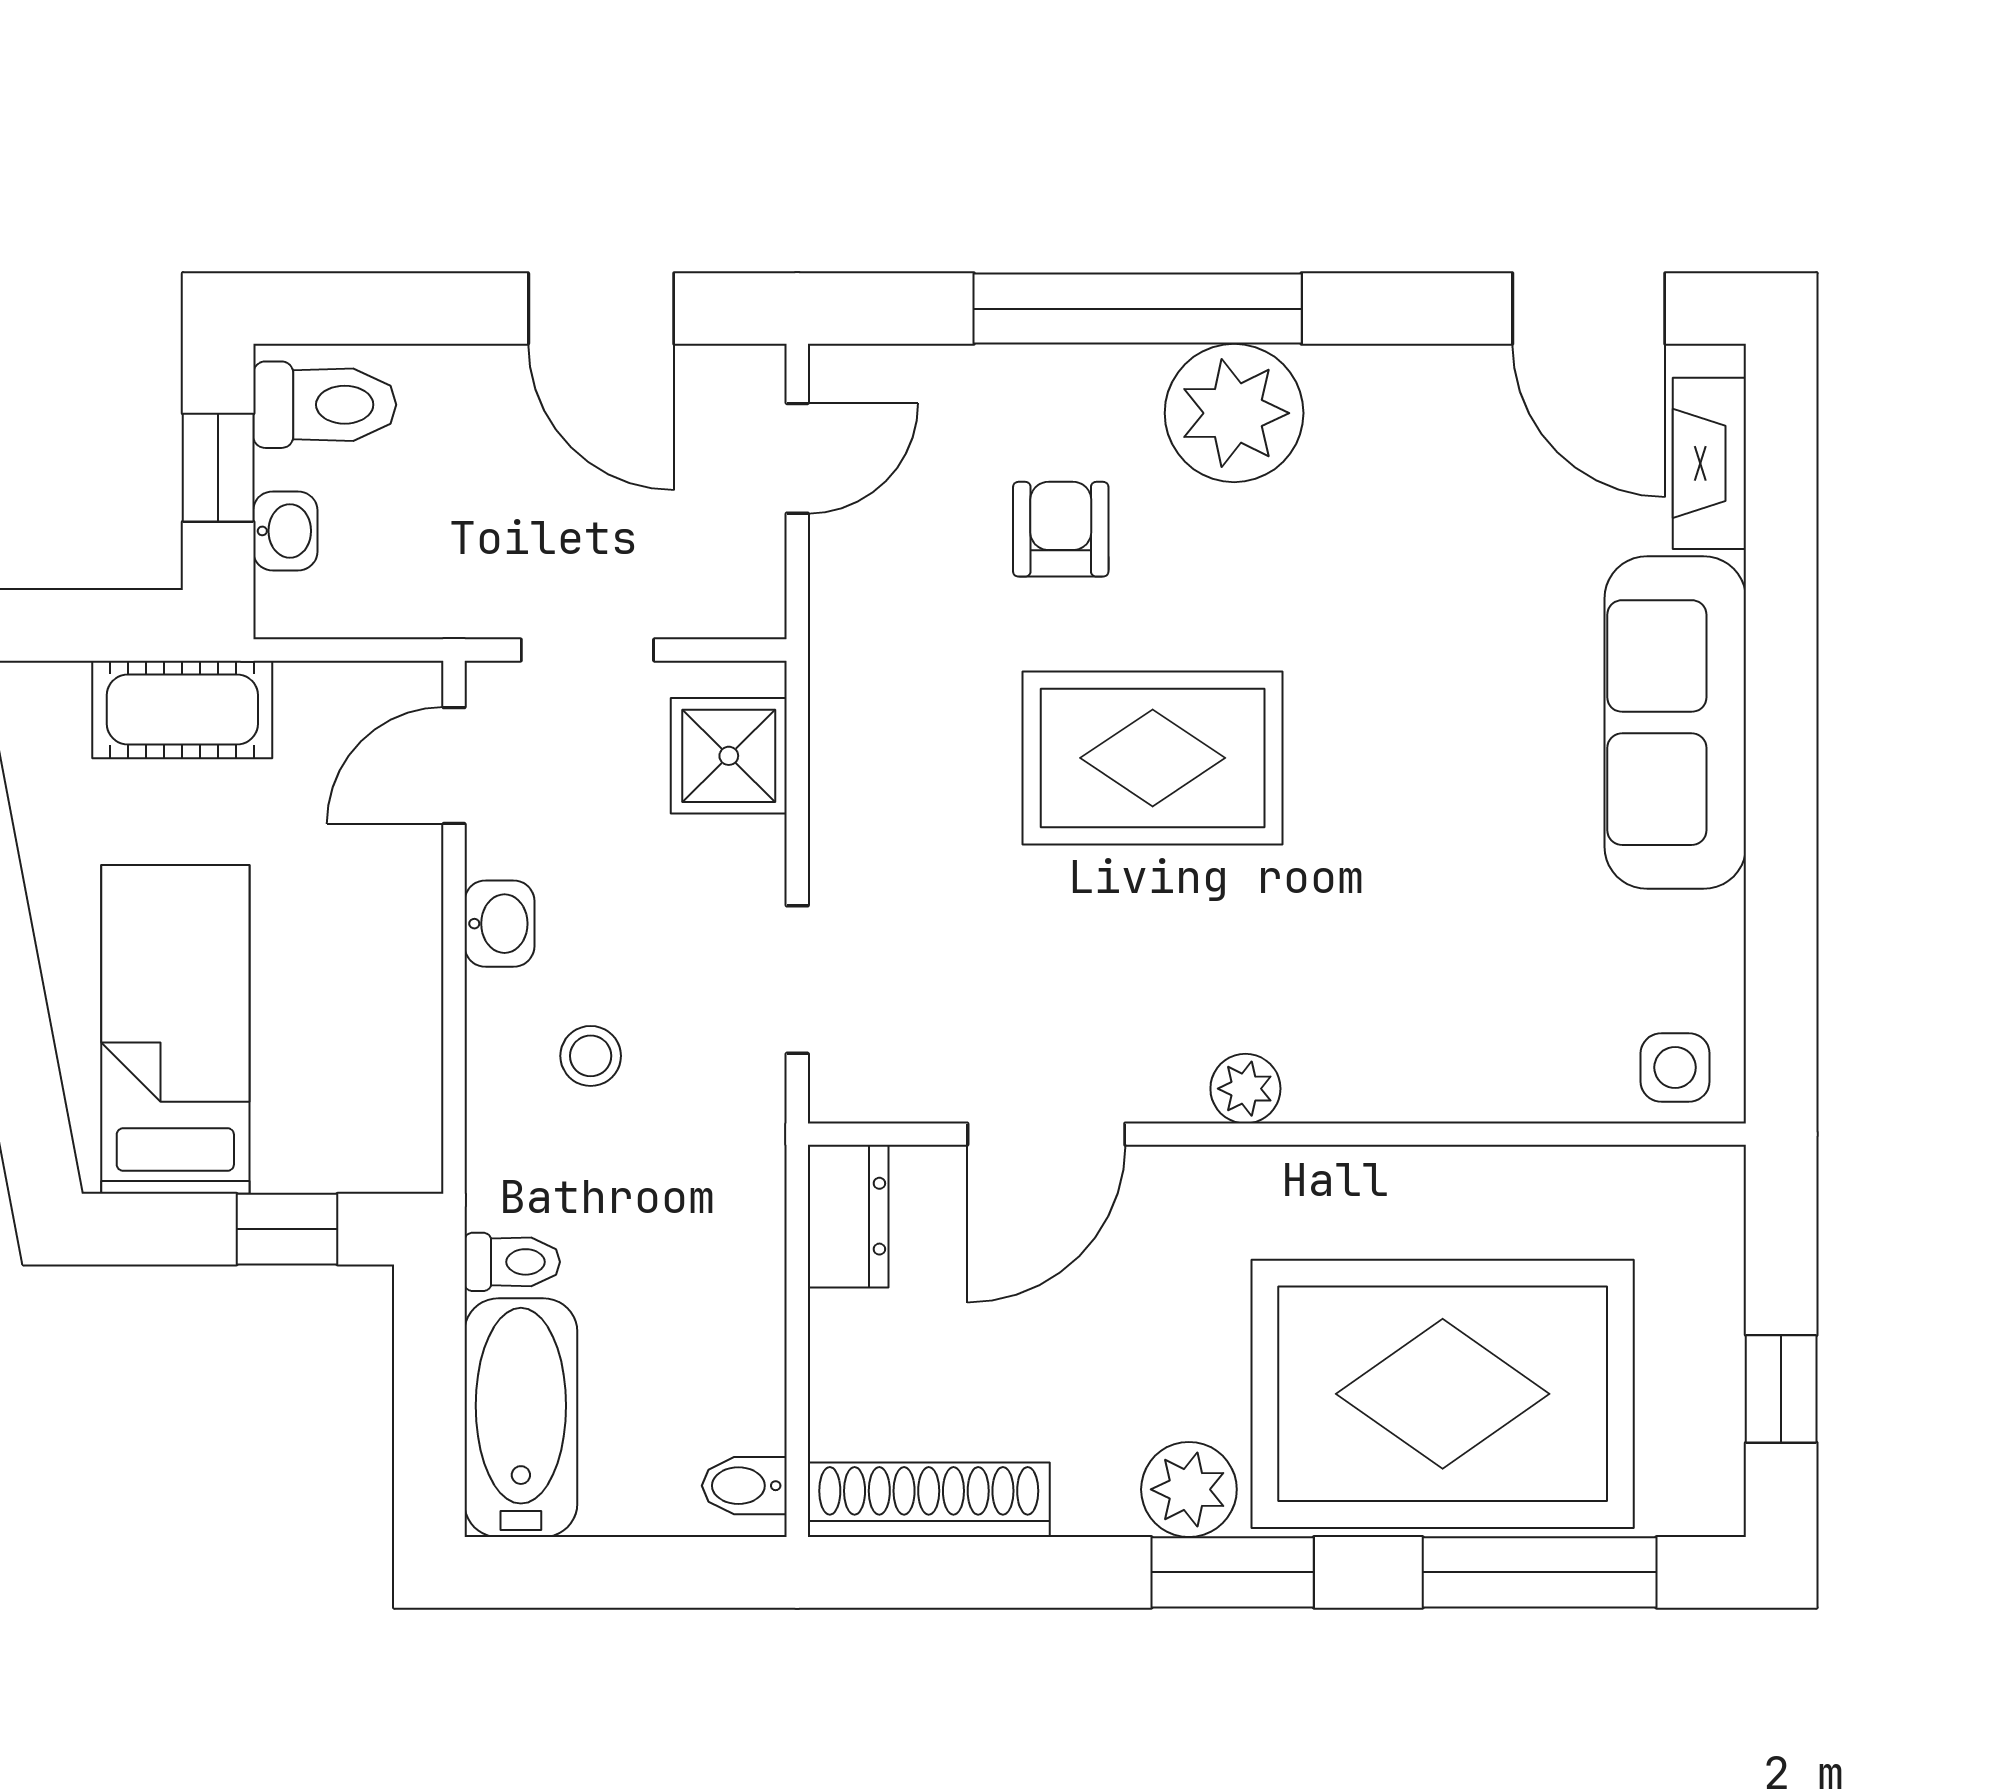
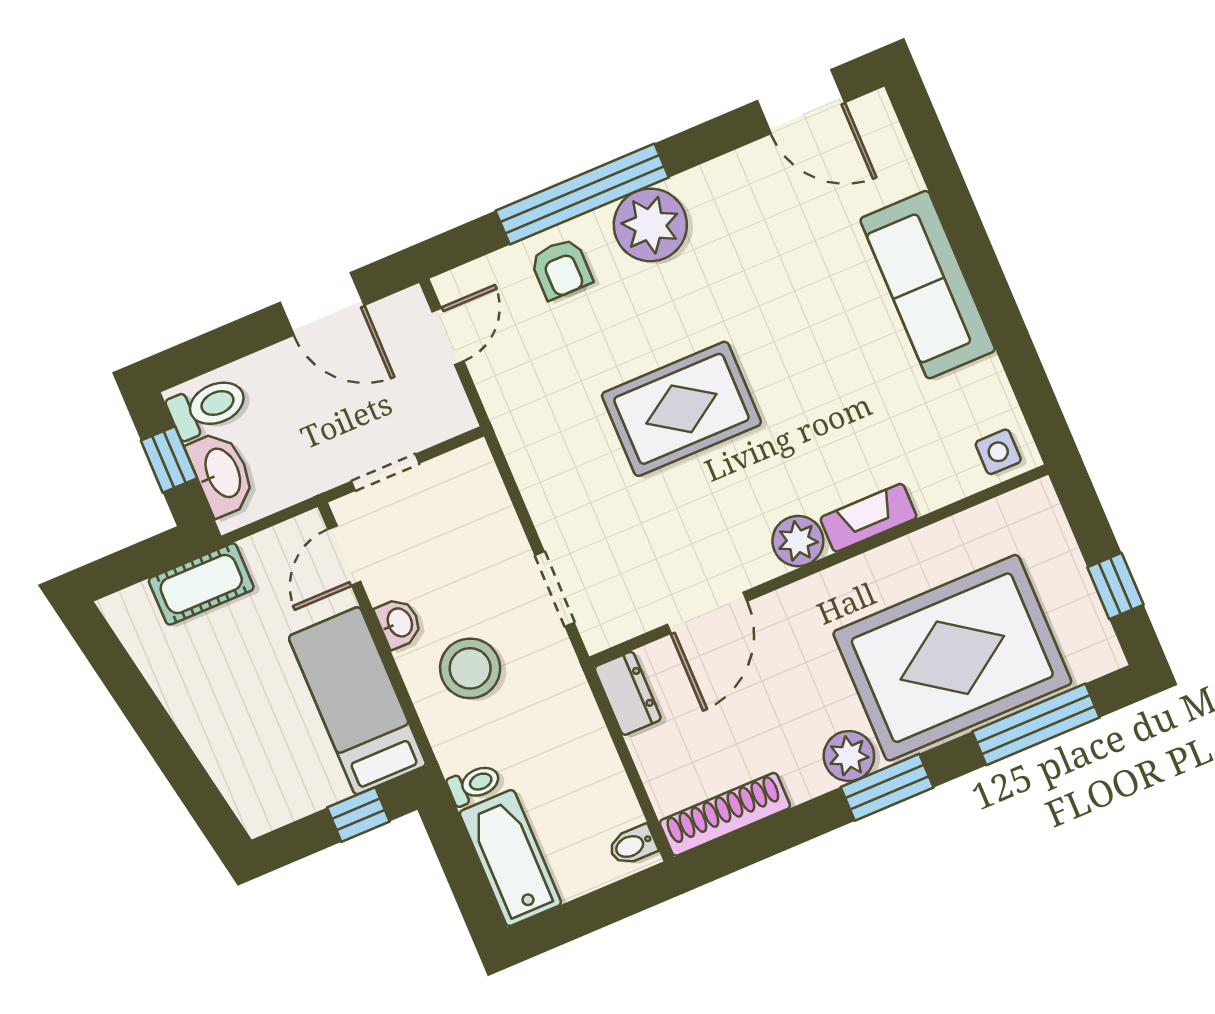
fireplace: (1709, 463) -> (868, 518), moved, turned 90
armchair: (1061, 529) -> (561, 269), moved, turned 180
washbasin: (285, 531) -> (222, 473), width x1.91, depth x1.45
shower: (729, 756) -> (476, 495), removed
bed: (175, 1029) -> (357, 701), moved
stool: (591, 1056) -> (470, 668), width x1.89, depth x1.89
plant: (1245, 1089) -> (798, 541), width x1.38, depth x1.38

